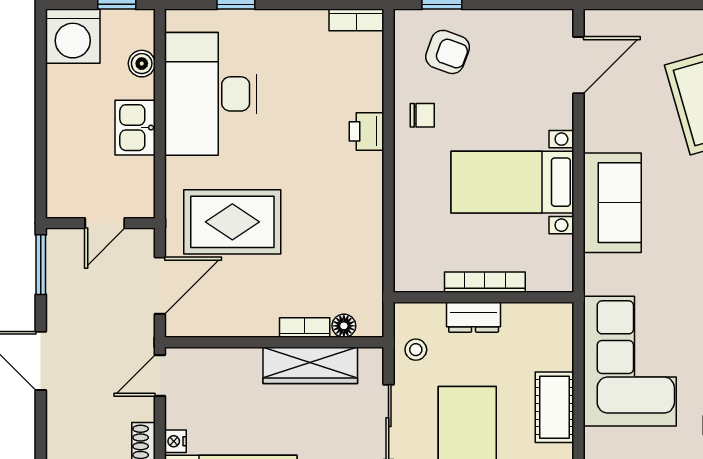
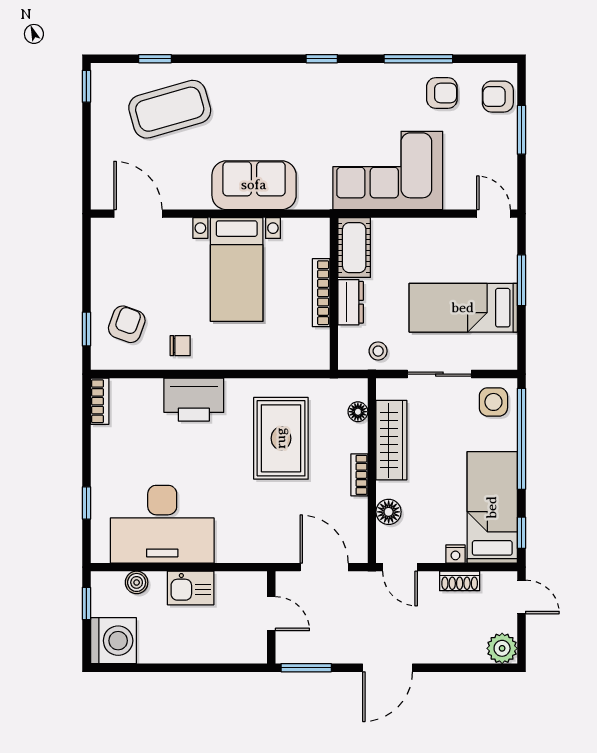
chair: (422, 115) -> (180, 346), turned 90
printer: (367, 131) -> (194, 400), width x1.87, depth x1.48
rug: (232, 222) -> (281, 438), moved
bookcase: (305, 327) -> (359, 475), moved
floor lamp: (225, 362) -> (389, 512), added
cot: (554, 407) -> (354, 248), moved, turned 90

